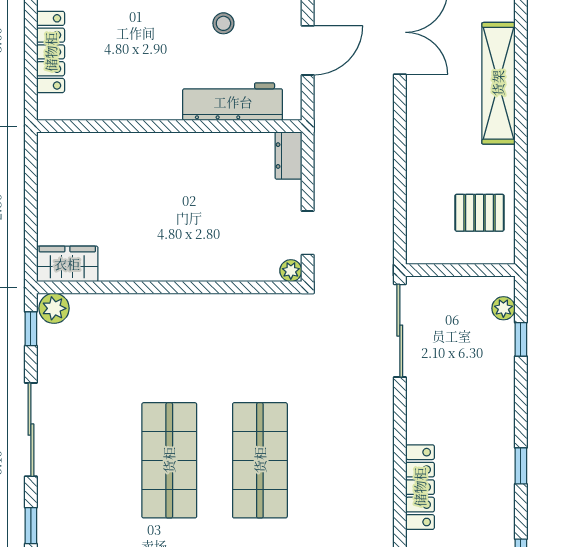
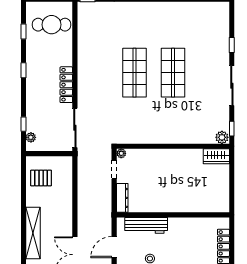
dresser: (288, 156) -> (122, 198), width x1.44
locker: (420, 487) -> (66, 85), moved

